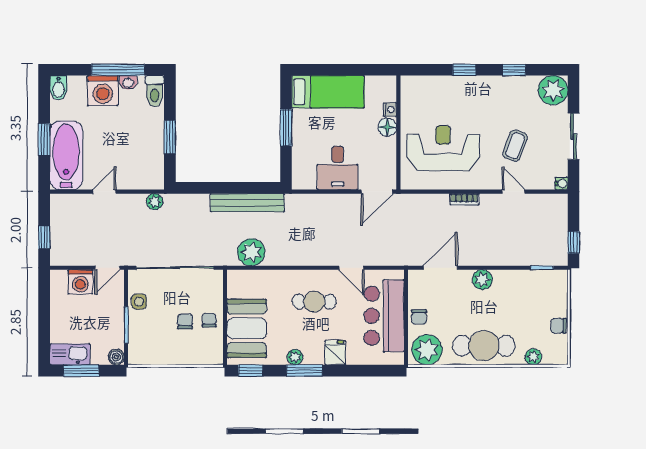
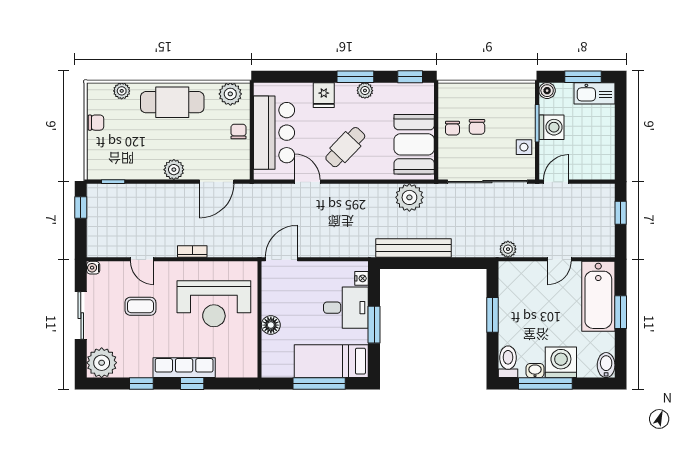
window: (340, 70) -> (319, 384), added
row of seats: (472, 85) -> (184, 368), added
nightstand: (390, 110) -> (362, 278), moved, turned 180
coffee table: (515, 146) -> (140, 306), turned 69
desk: (338, 168) -> (346, 308), moved, turned 90
washing machine: (80, 282) -> (551, 127), moved, turned 90
cafe table: (314, 302) -> (345, 147), turned -46
booth: (247, 328) -> (414, 144), moved
plant: (427, 350) -> (230, 94), width x0.73, depth x0.73

